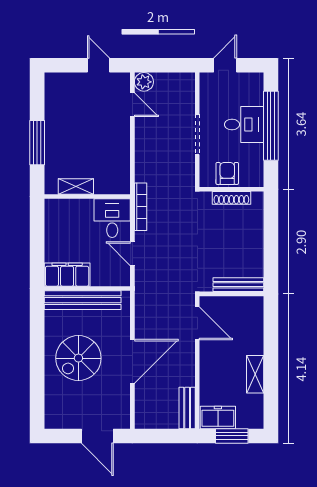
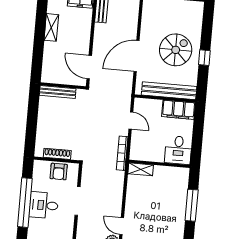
shelving: (76, 187) -> (141, 169), moved
desk: (112, 218) -> (178, 150), moved
window: (37, 351) -> (204, 58), added
door: (132, 361) -> (137, 56), moved

